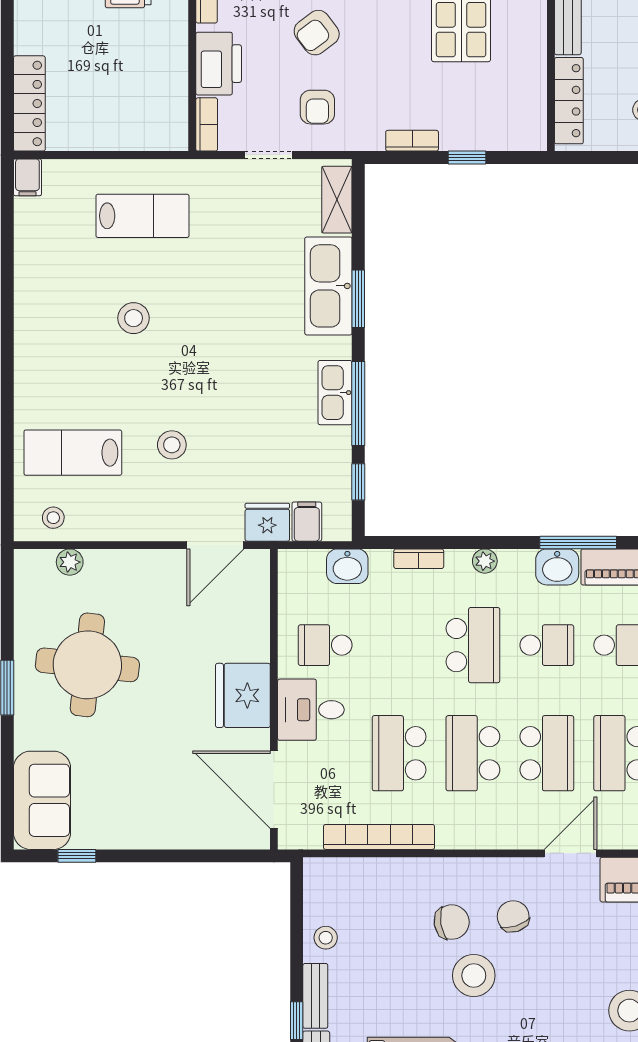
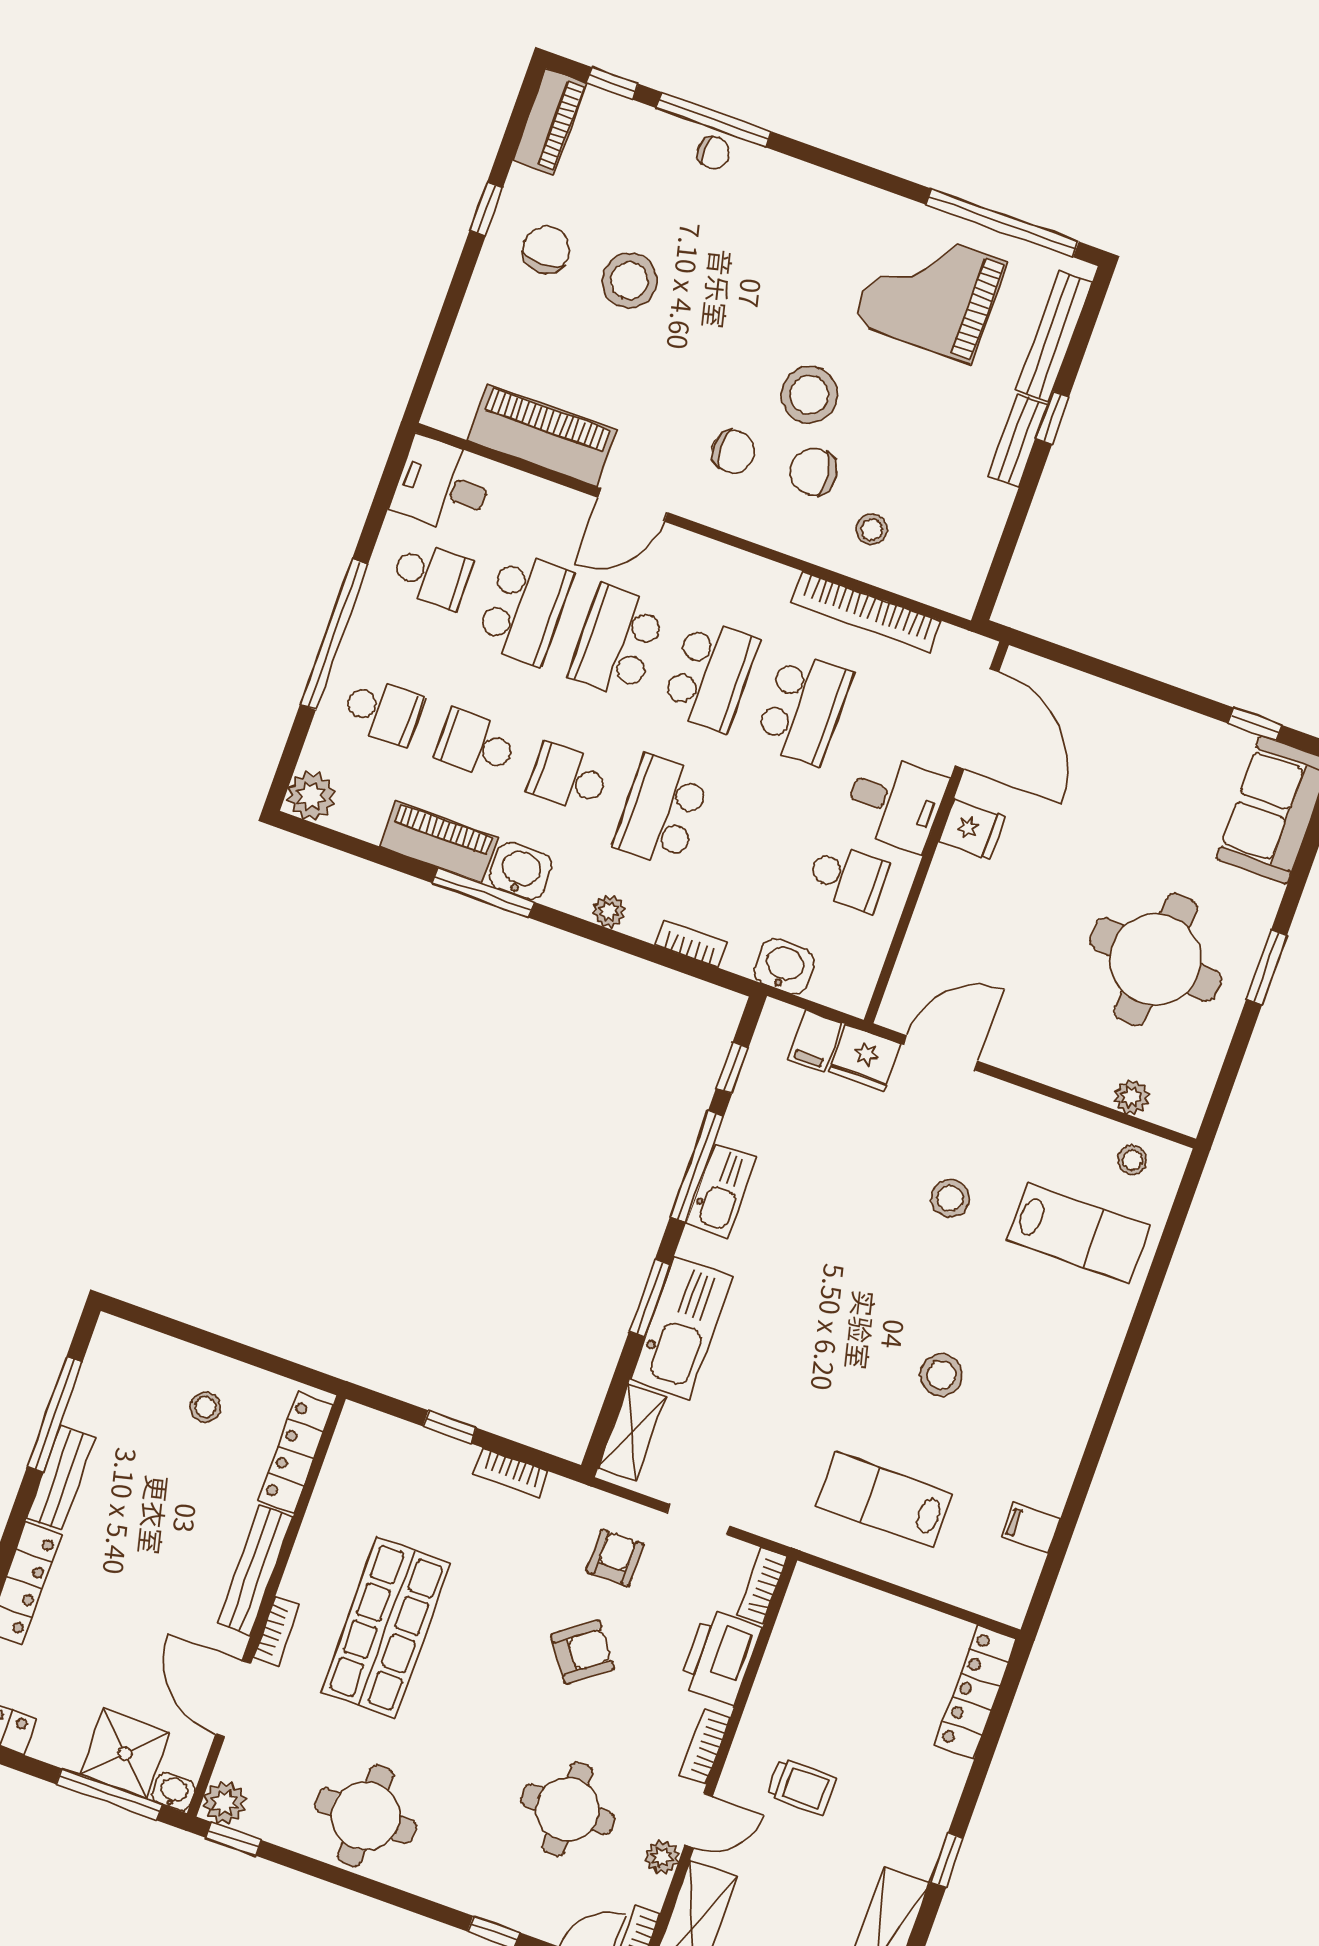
filing cabinet: (27, 177) -> (1030, 1528), moved, turned -90
fridge: (243, 695) -> (972, 829), width x0.53, depth x0.75
chair: (513, 916) -> (733, 451), turned -72
stool: (326, 938) -> (872, 529), moved

